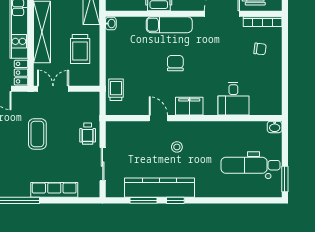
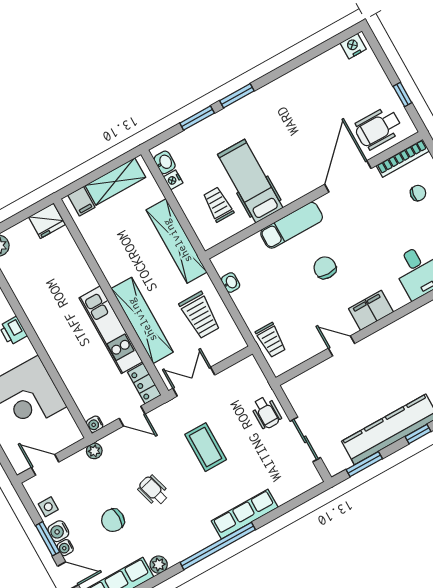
washbasin: (111, 24) -> (231, 283), moved
trolley: (116, 90) -> (271, 340), turned 180
stool: (177, 147) -> (384, 368), removed
row of seats: (54, 190) -> (245, 514), moved
window: (143, 200) -> (364, 464), moved

